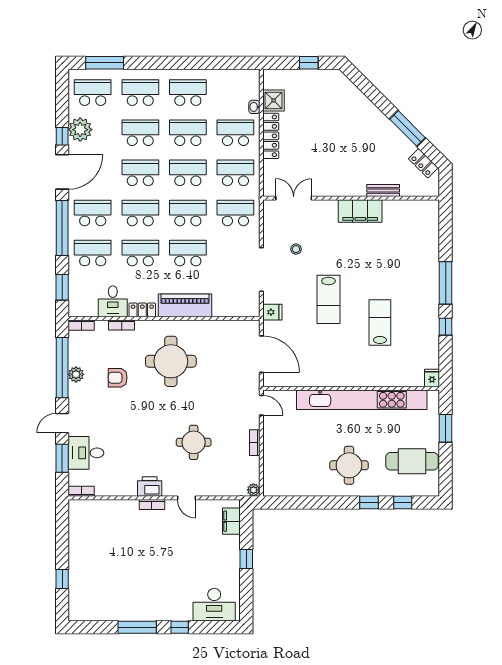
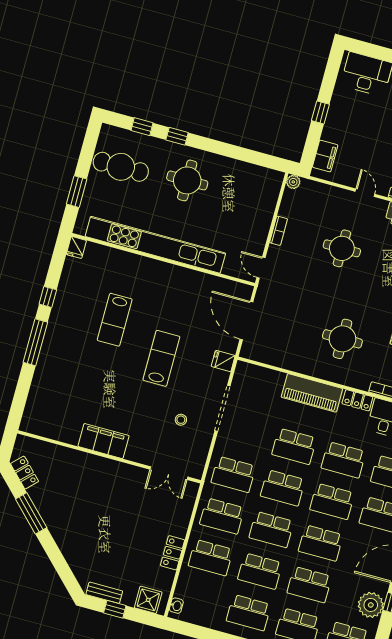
shower: (274, 100) -> (148, 600), moved
washbasin: (254, 107) -> (176, 606), moved
locker: (271, 136) -> (173, 553), width x0.66
bench: (383, 191) -> (104, 593), moved
round table: (171, 361) -> (342, 339), width x0.73, depth x0.73

